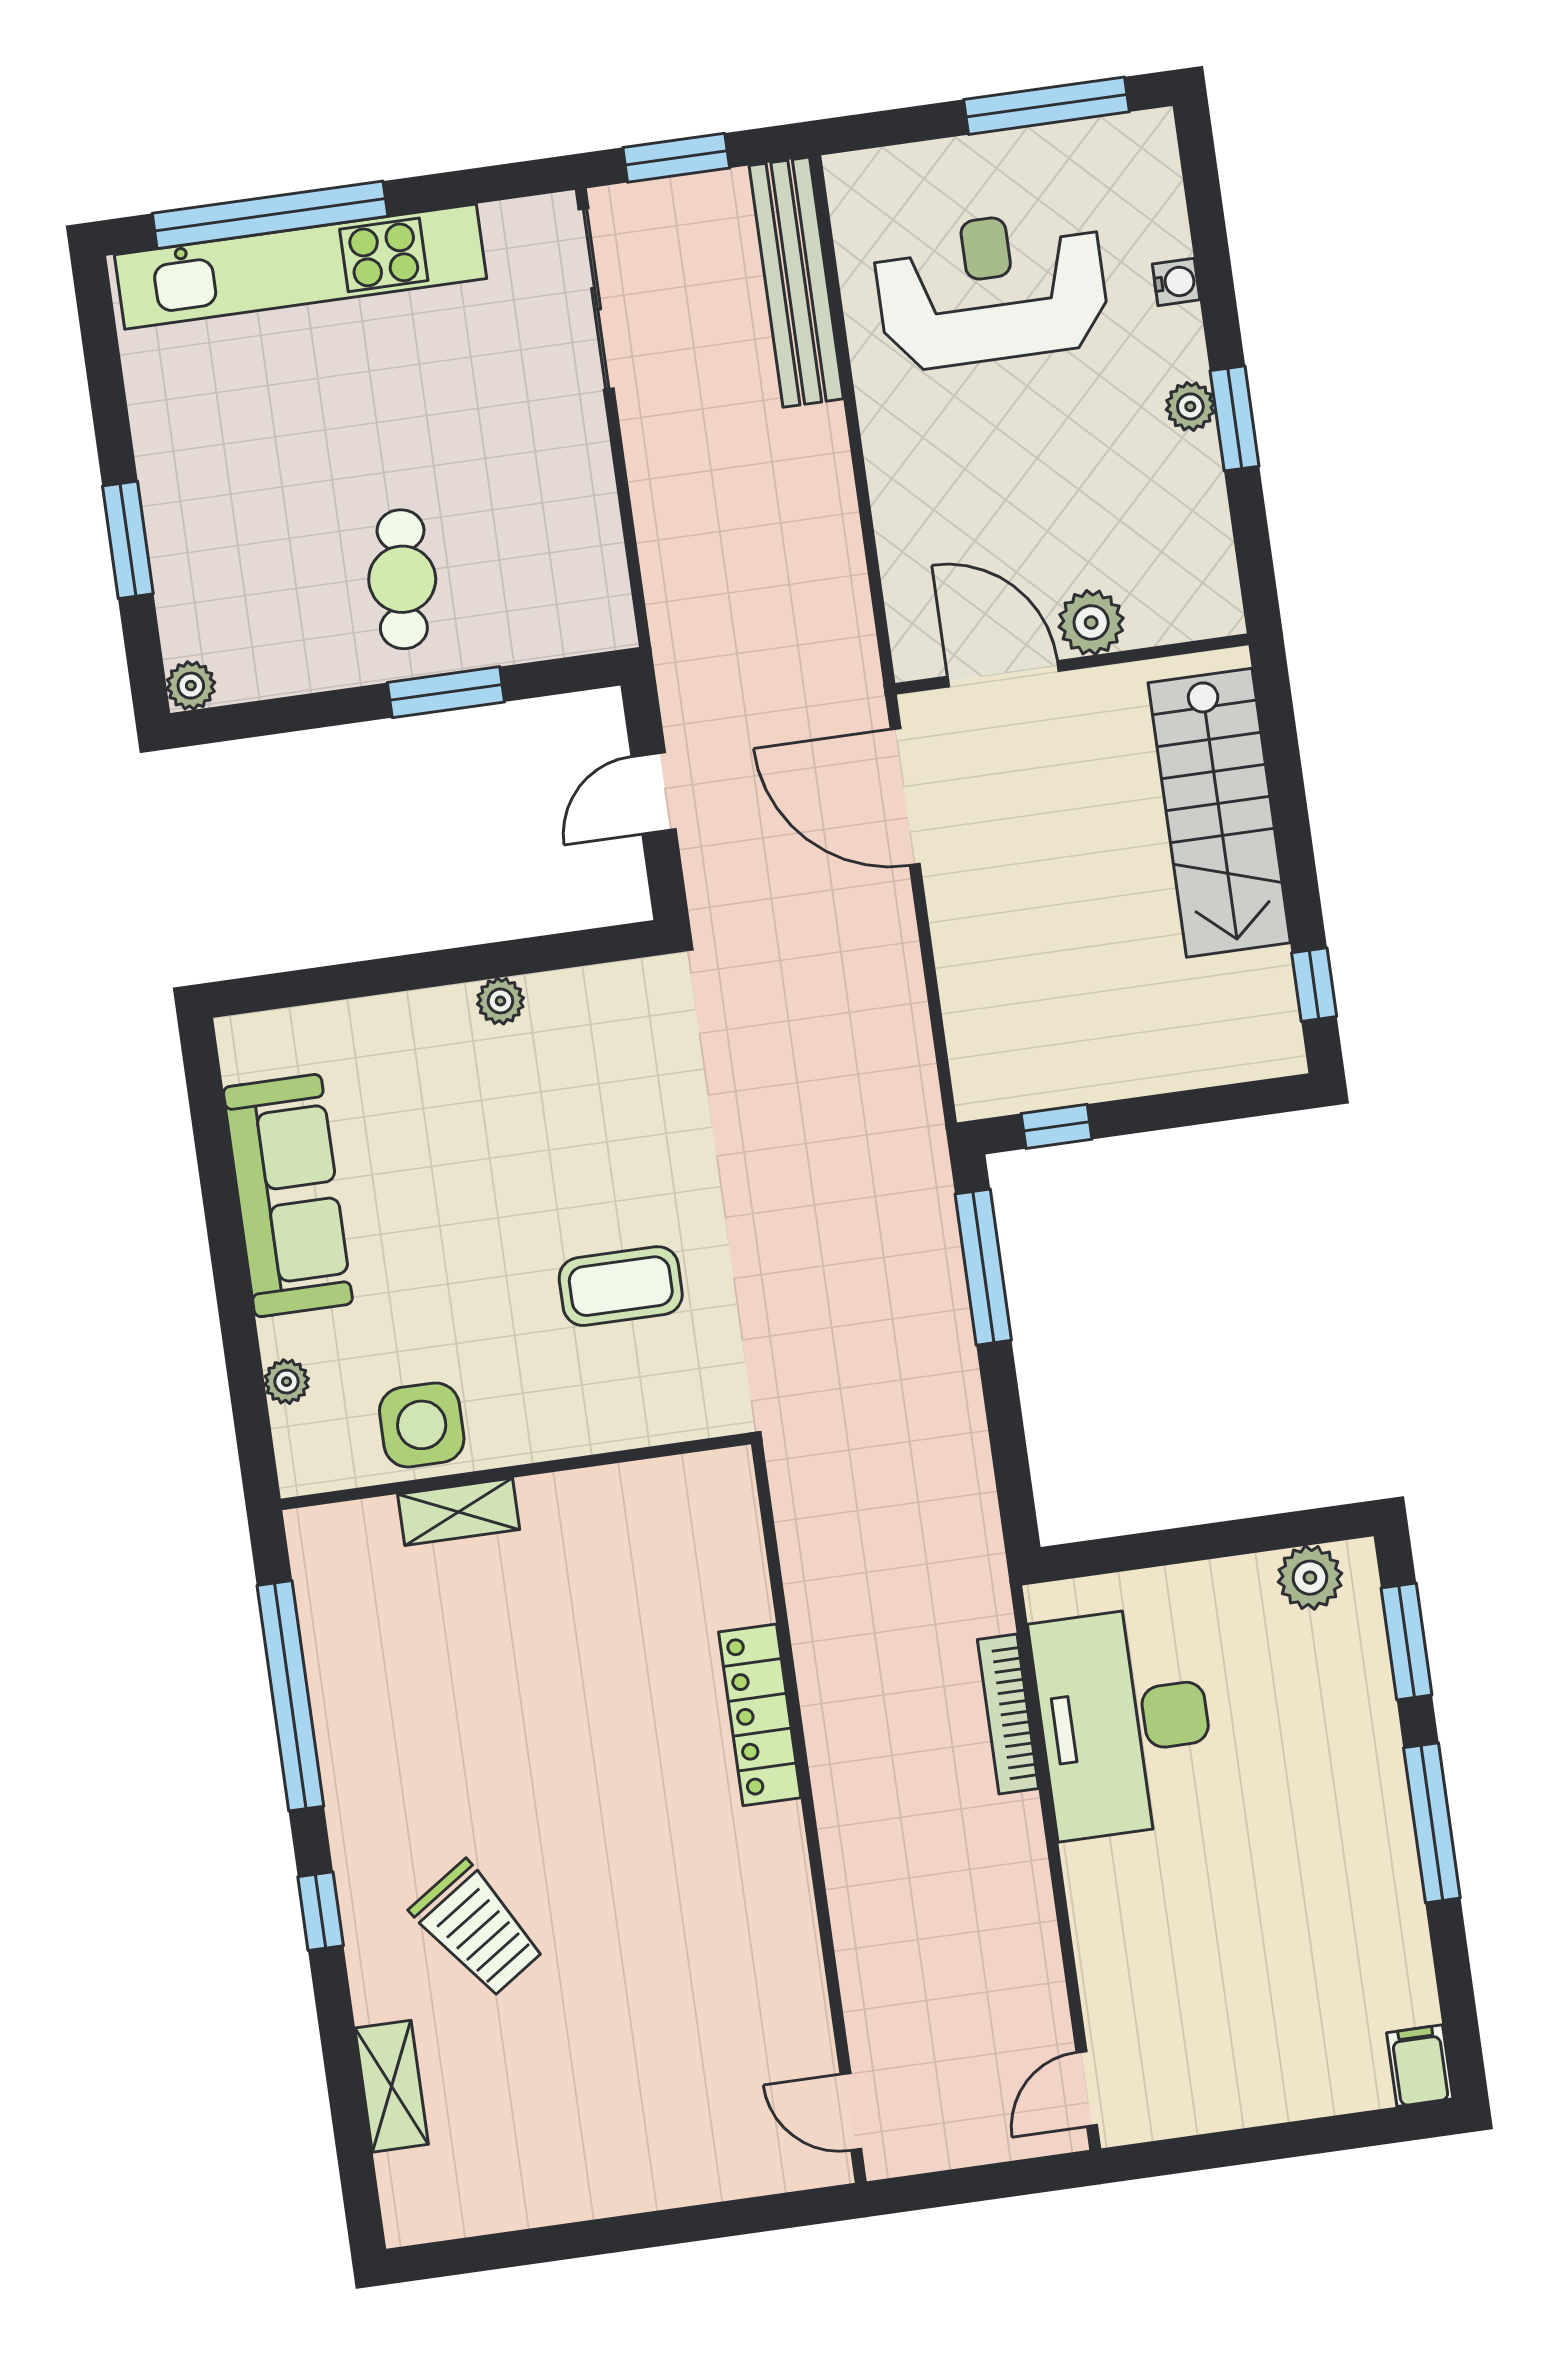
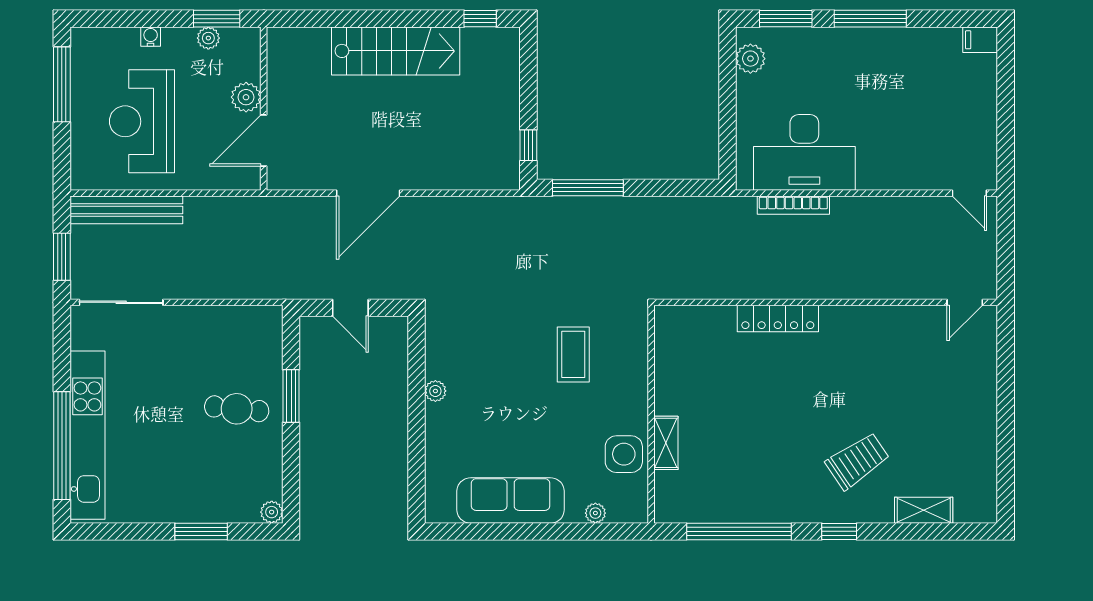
plant: (1091, 622) -> (246, 97), moved
wall: (1072, 664) -> (264, 109), moved
door: (1003, 674) -> (264, 141), moved

